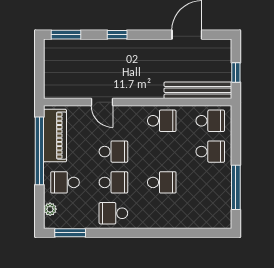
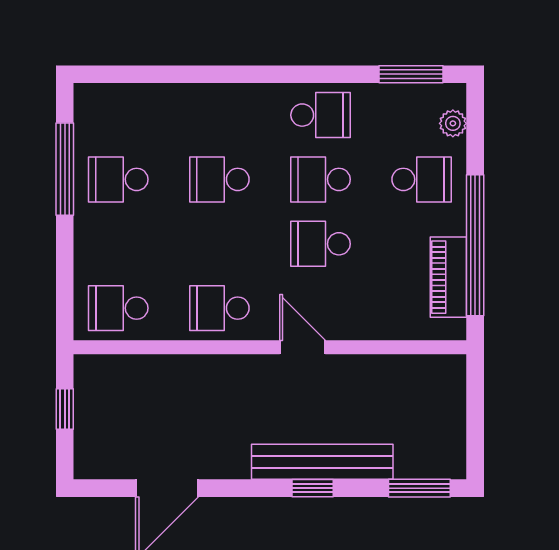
bench: (198, 90) -> (322, 462), moved
door: (102, 102) -> (302, 347), moved
piano: (55, 136) -> (448, 277), width x0.73, depth x0.75
school desk: (210, 152) -> (118, 179), moved

